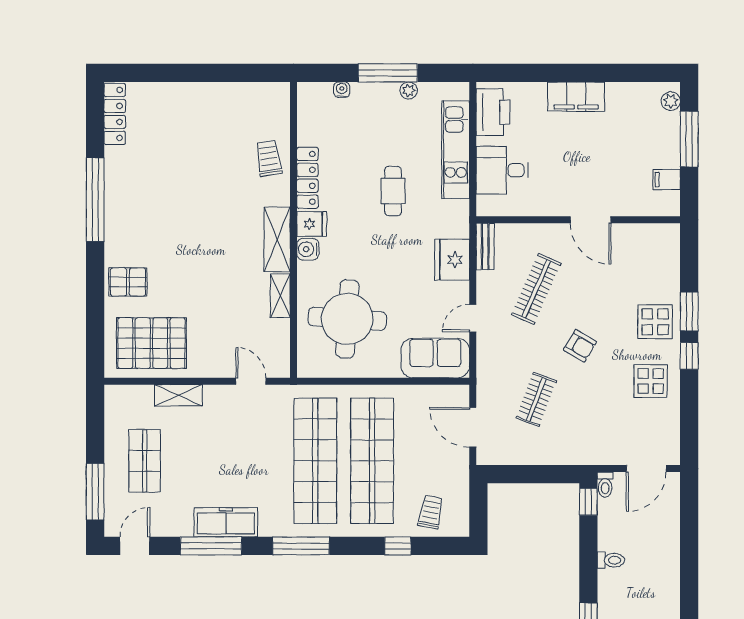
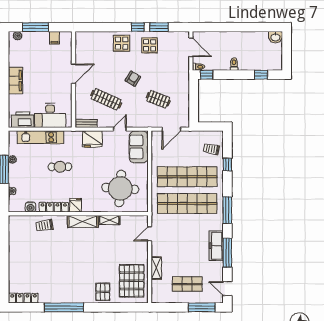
desk: (502, 170) -> (50, 115), width x1.37
water cooler: (308, 249) -> (30, 207), moved
window: (689, 311) -> (159, 27), moved
door: (473, 318) -> (120, 129), swing flipped

